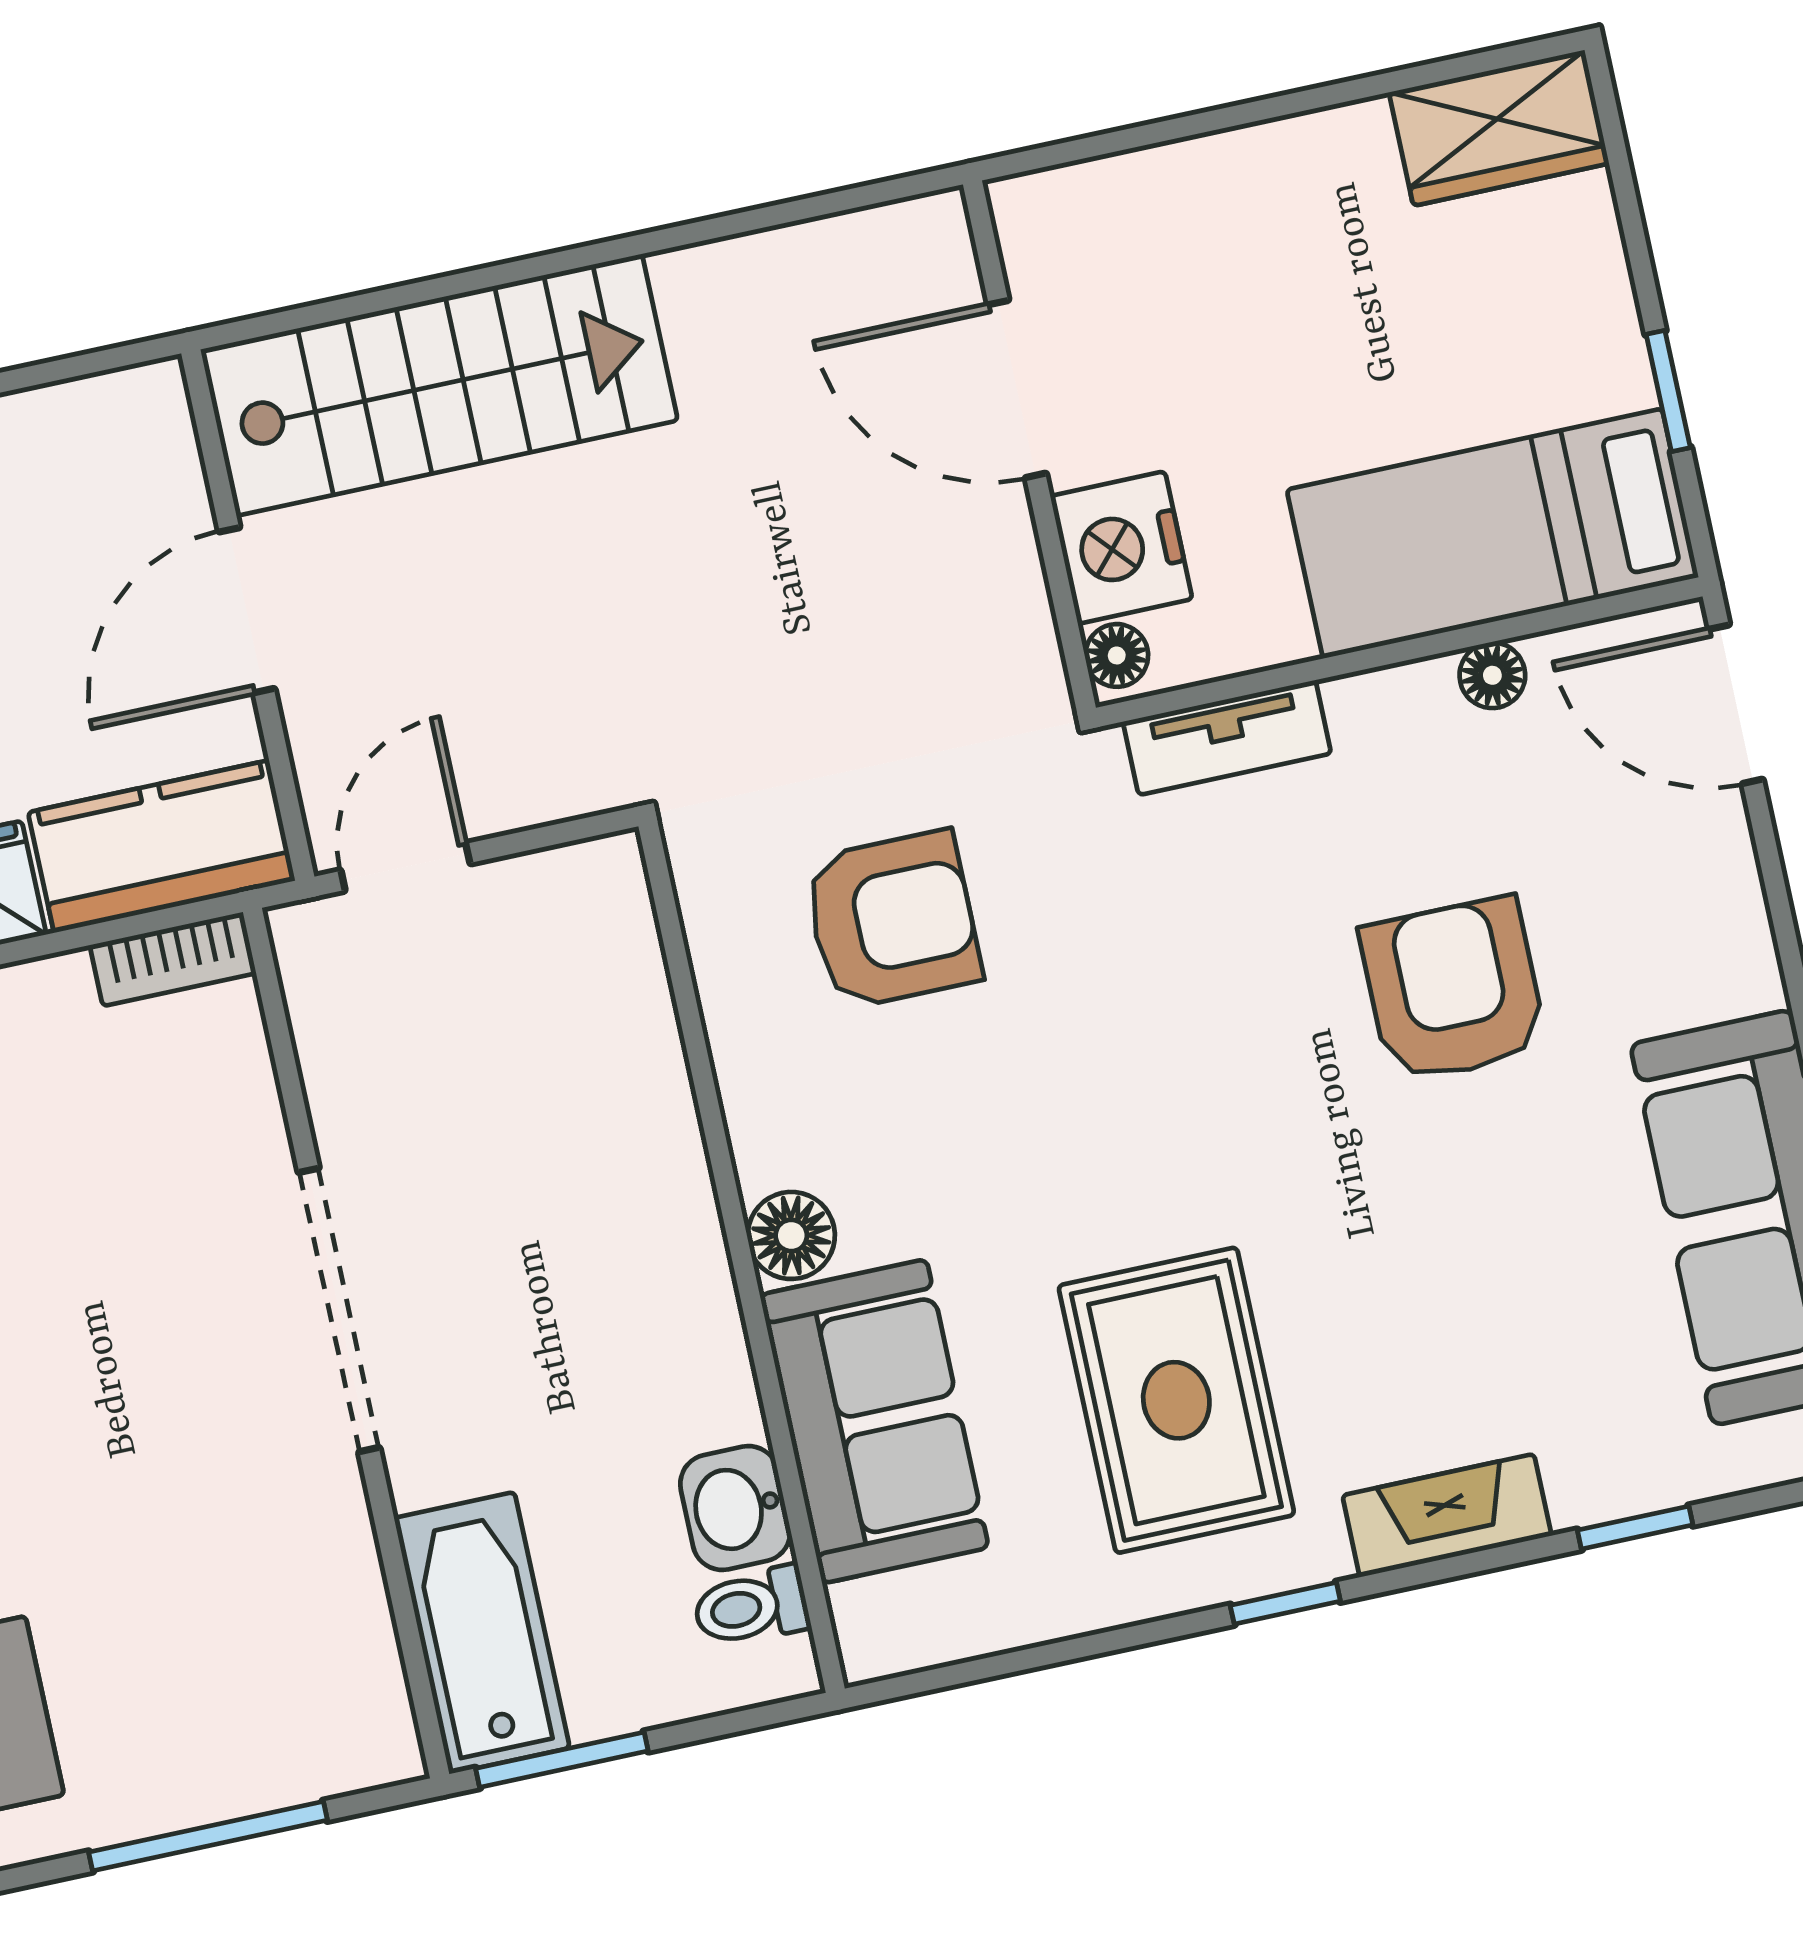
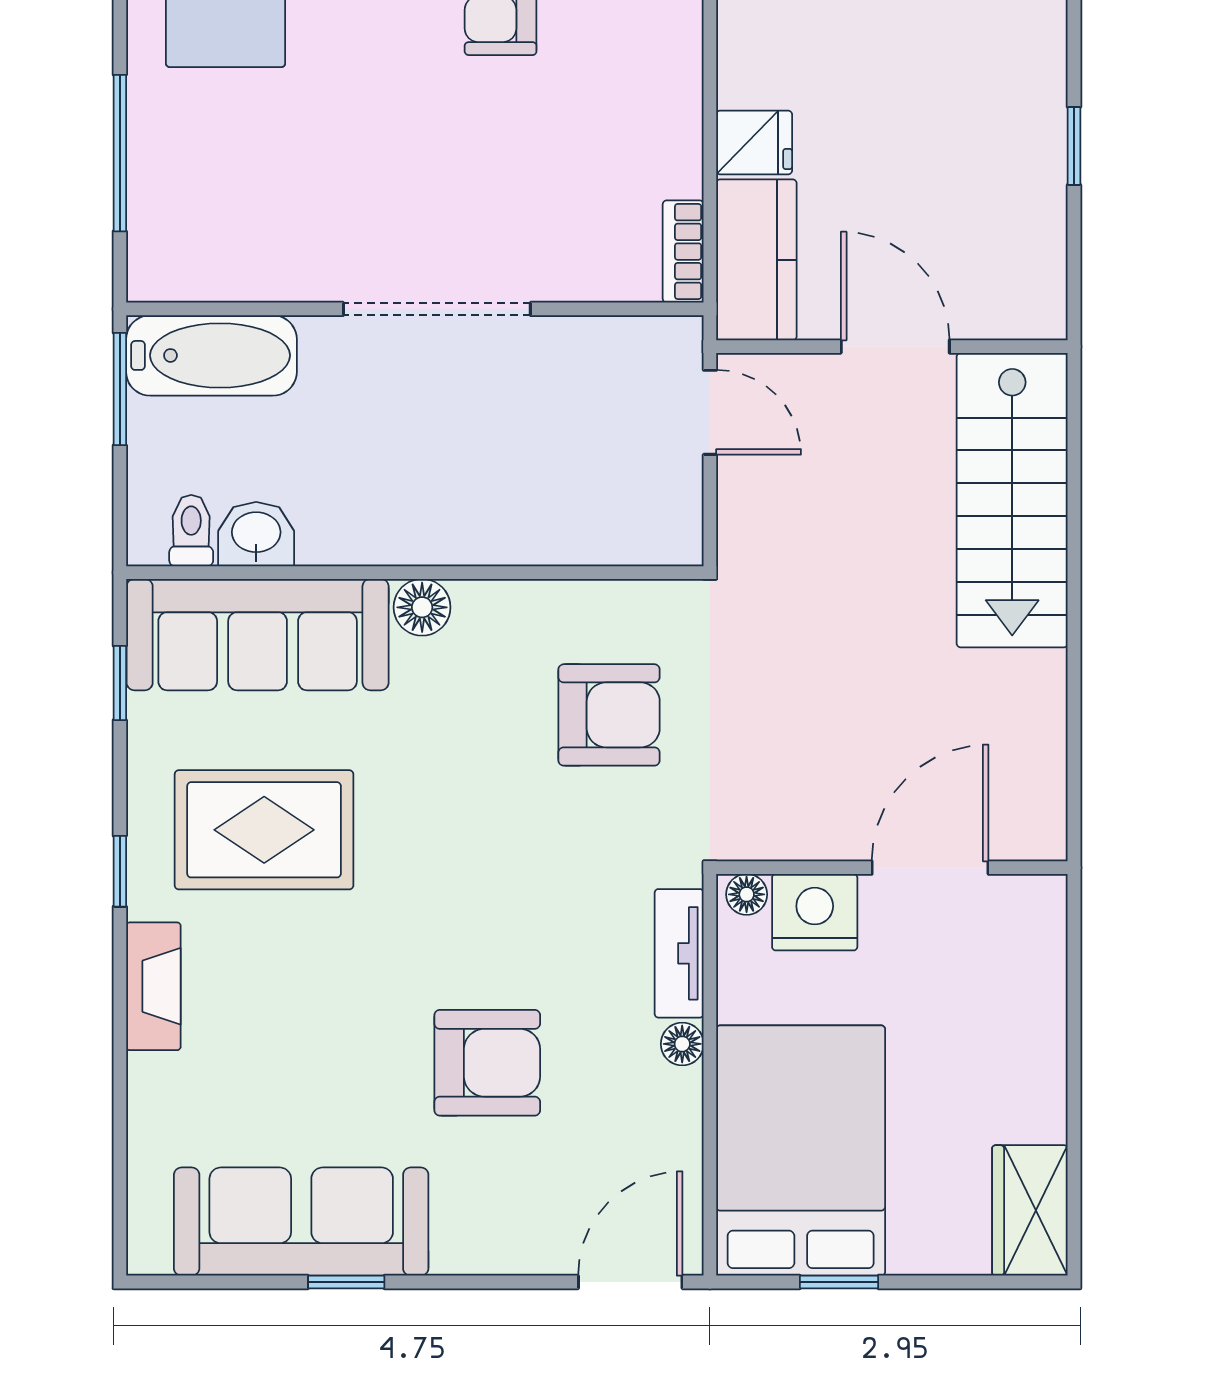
bed: (1493, 533) -> (801, 1151), width x1.50
floor lamp: (1492, 675) -> (682, 1044), moved
armchair: (892, 920) -> (609, 715), turned -90
sofa: (874, 1421) -> (258, 635), width x1.36
window: (1635, 1528) -> (120, 683), moved

